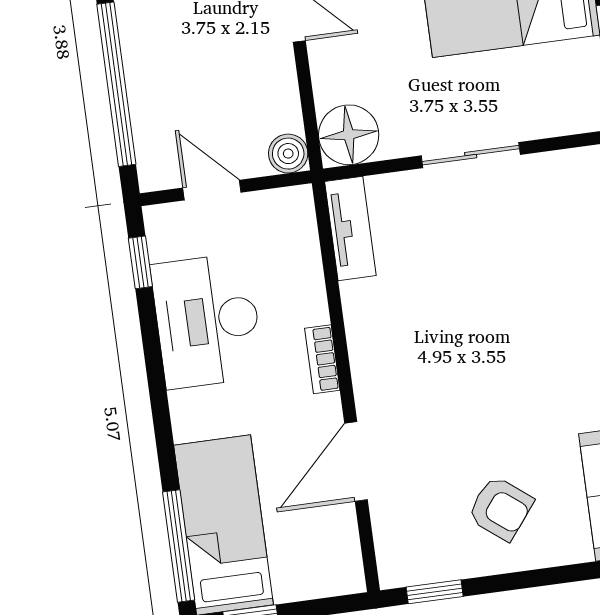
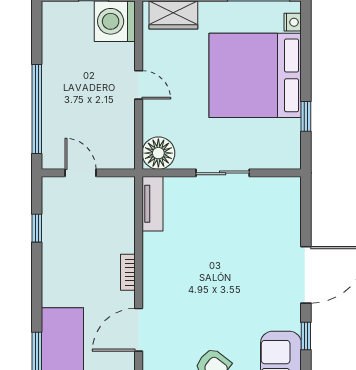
boiler: (288, 154) -> (124, 159), removed
window: (140, 262) -> (37, 228), moved
desk: (207, 321) -> (69, 243), removed

